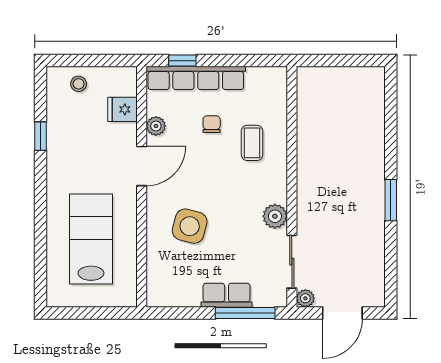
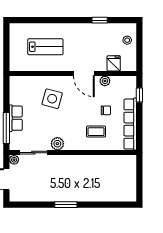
row of seats: (196, 78) -> (130, 124), moved
lab bench: (91, 239) -> (45, 47), width x0.73, depth x0.72

